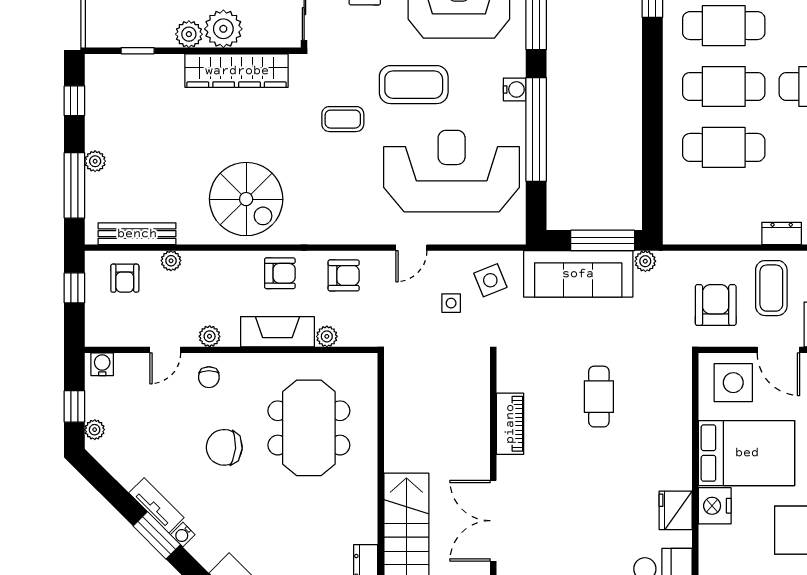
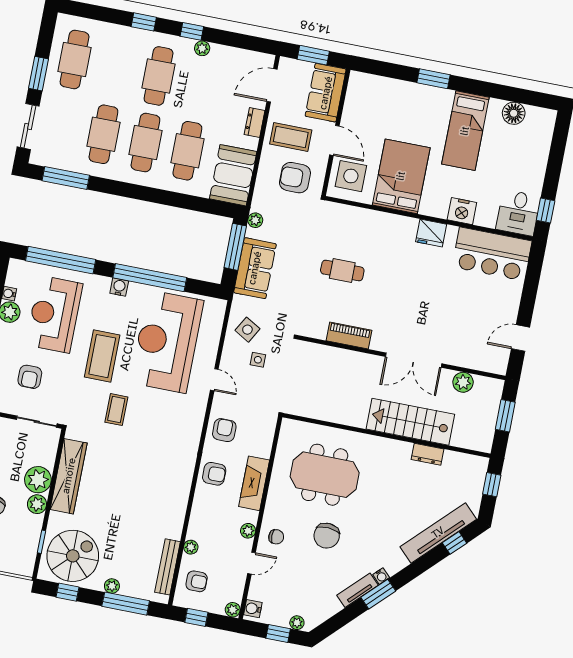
spiral stairs: (246, 199) -> (73, 556), moved
booth: (702, 218) -> (233, 175), added
armchair: (280, 273) -> (214, 474), turned 90
sofa: (578, 274) -> (255, 268), width x0.73
side table: (490, 280) -> (247, 330), turned -38
plant: (327, 336) -> (233, 610), moved
door: (165, 350) -> (252, 563), hinge flipped
door: (778, 350) -> (334, 140), hinge flipped
nightstand: (715, 506) -> (462, 211), moved

